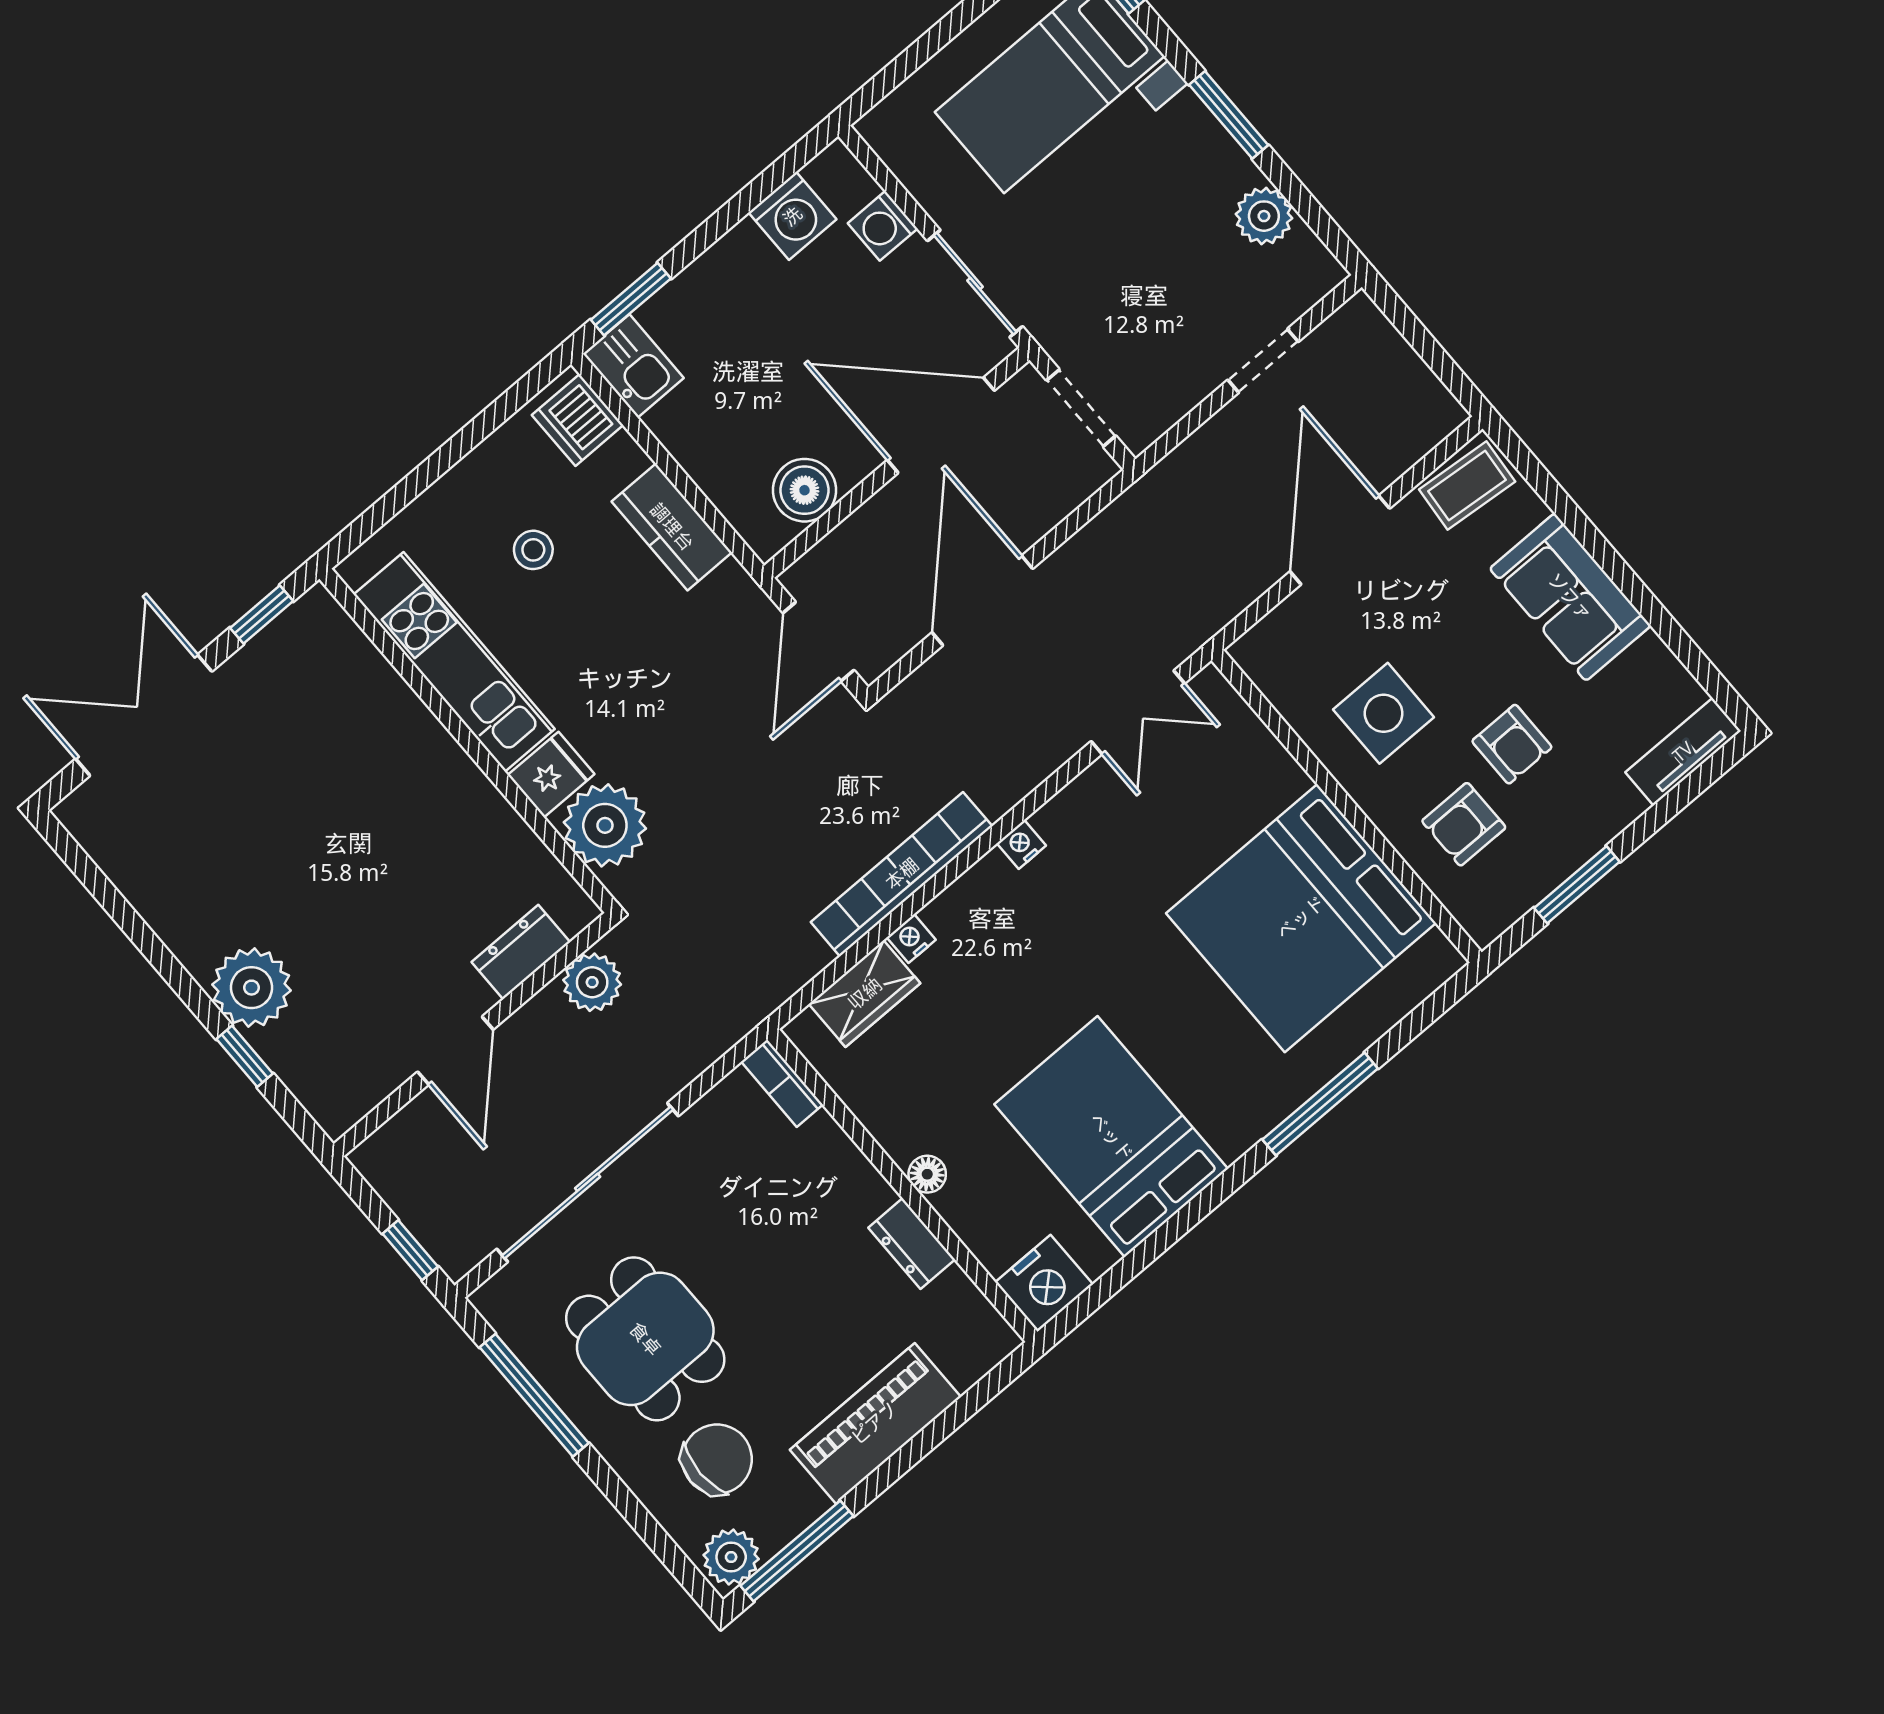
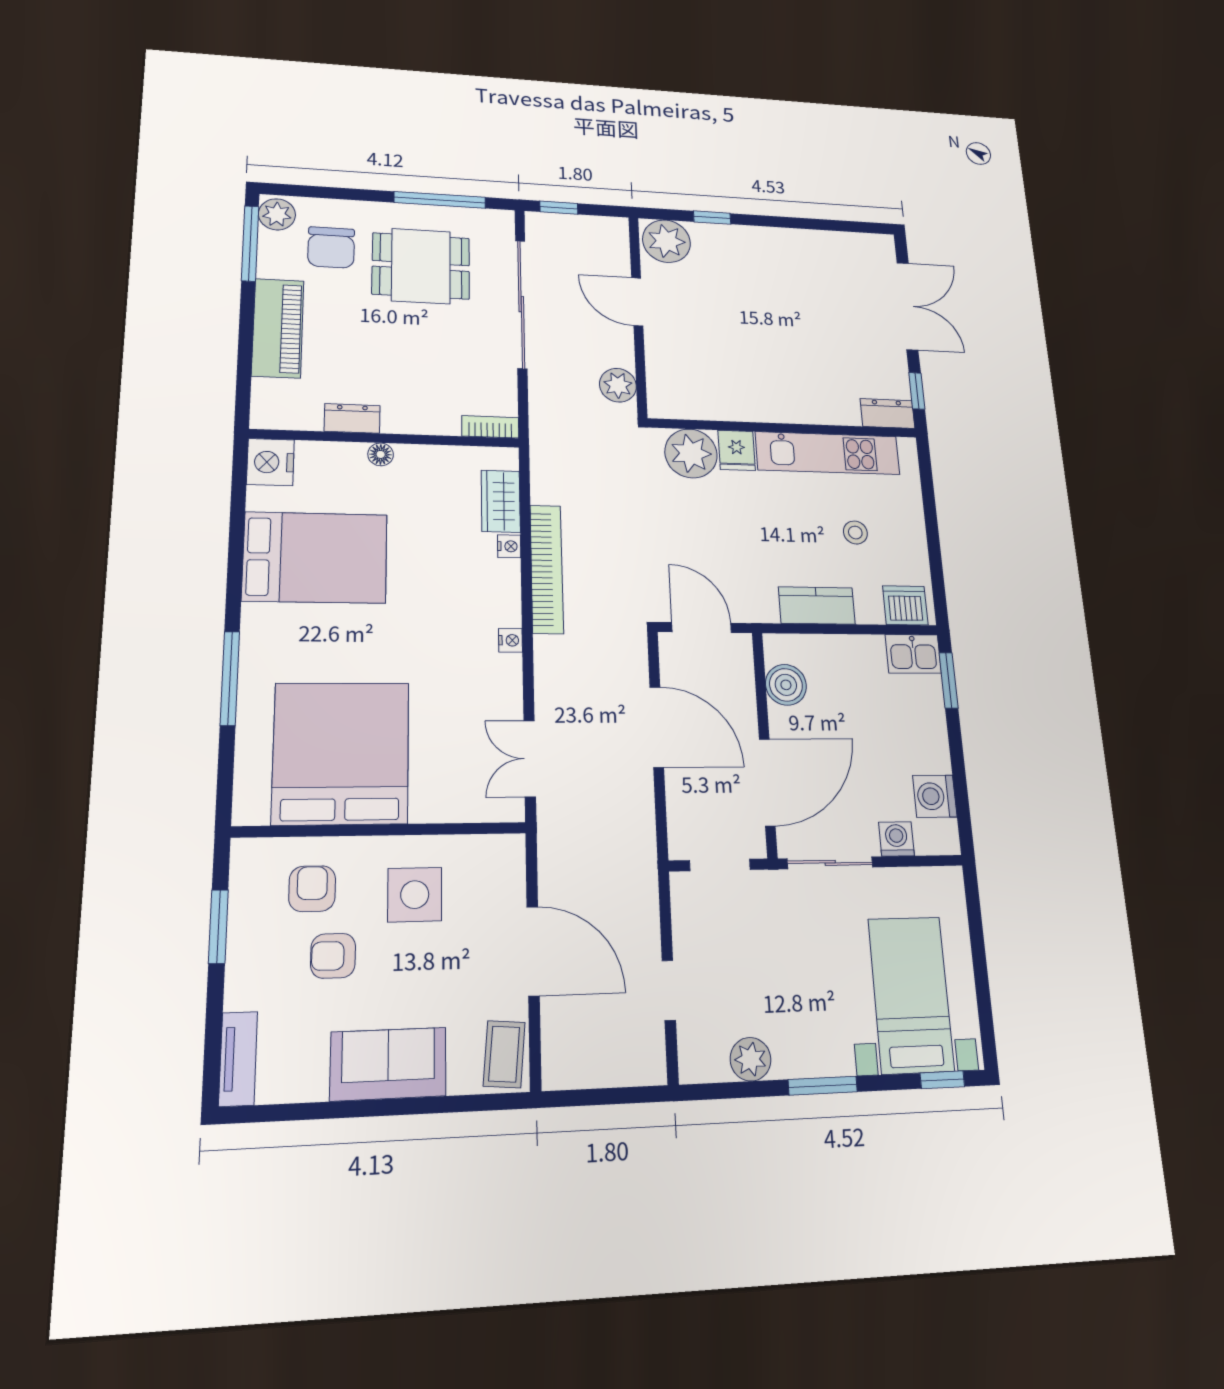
dresser: (521, 952) -> (888, 413), moved, turned -90
plant: (252, 988) -> (666, 241), moved

